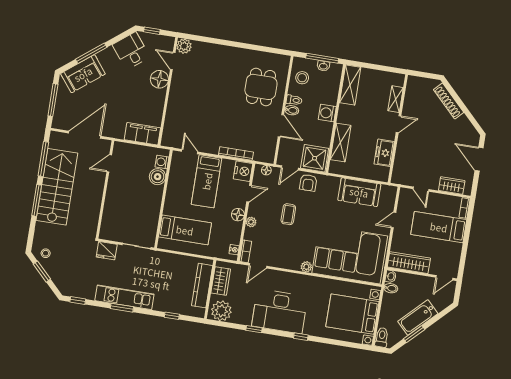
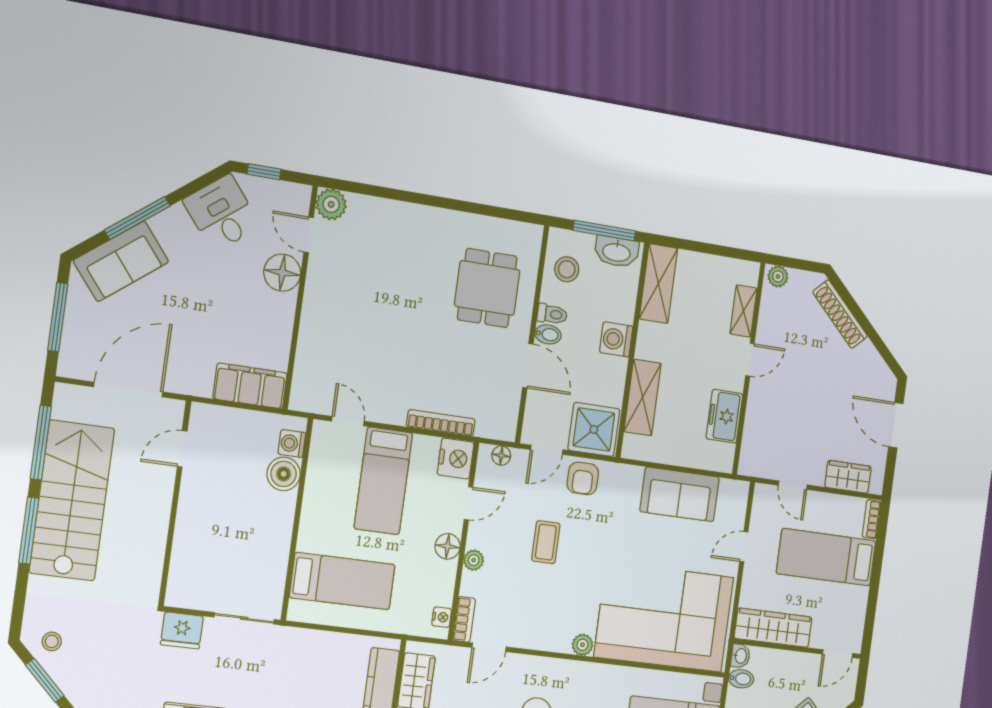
washbasin: (323, 66) -> (617, 252), width x1.91, depth x1.45
plant: (415, 81) -> (778, 276), added

